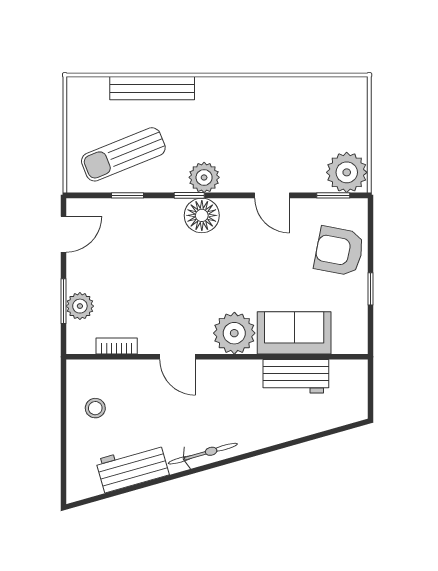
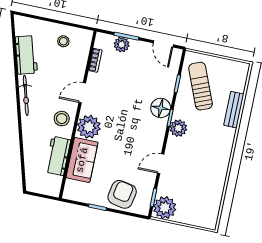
bench: (152, 88) -> (234, 110), width x0.73
floor lamp: (202, 215) -> (161, 108), moved
stool: (230, 383) -> (62, 119), added

